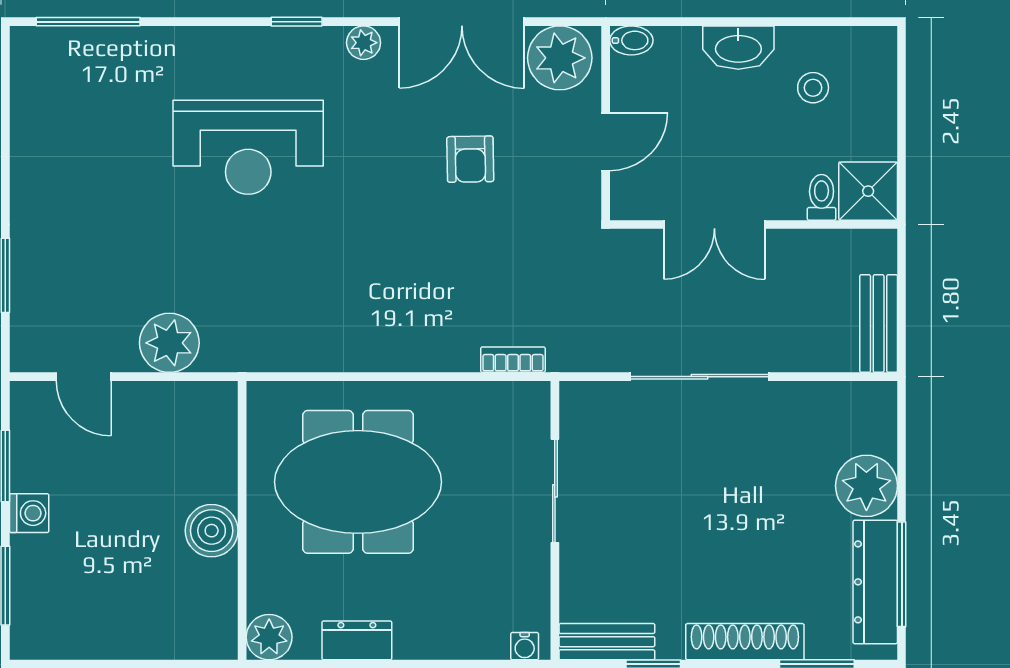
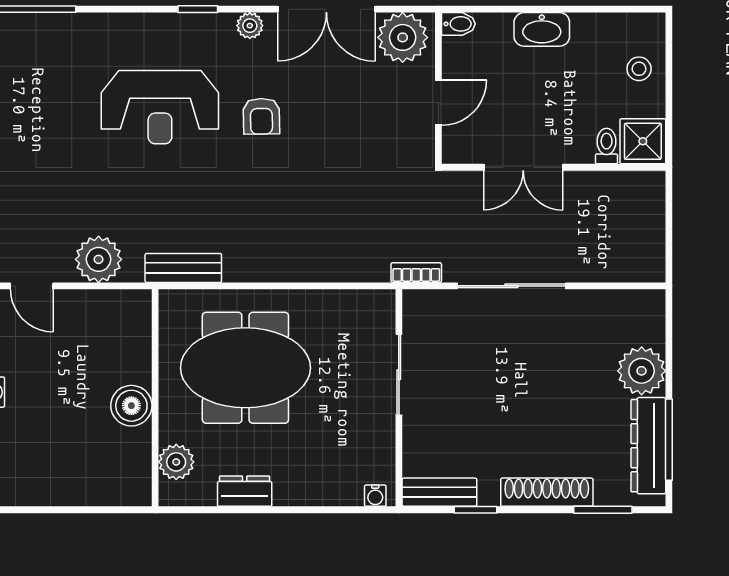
stool: (813, 88) -> (639, 69), moved
armchair: (470, 159) -> (261, 116), moved
bench: (879, 323) -> (183, 268), moved, turned 90
bookcase: (513, 360) -> (416, 273), moved
plant: (269, 637) -> (176, 462), moved

